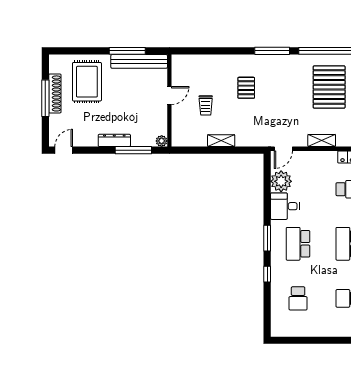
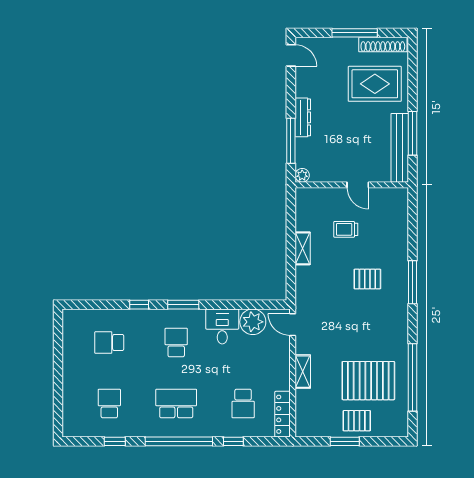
window: (272, 51) -> (412, 282), moved
shoe rack: (55, 93) -> (383, 45), moved
school desk: (298, 244) -> (176, 343), width x0.54

